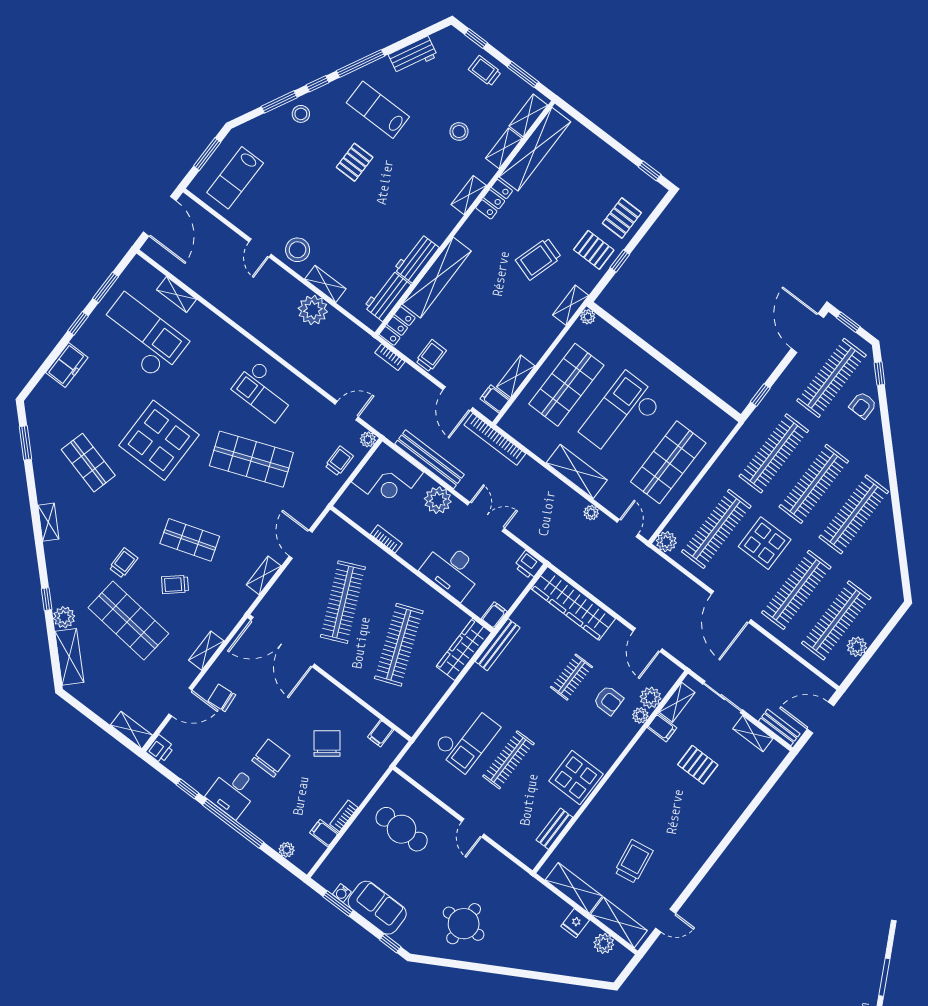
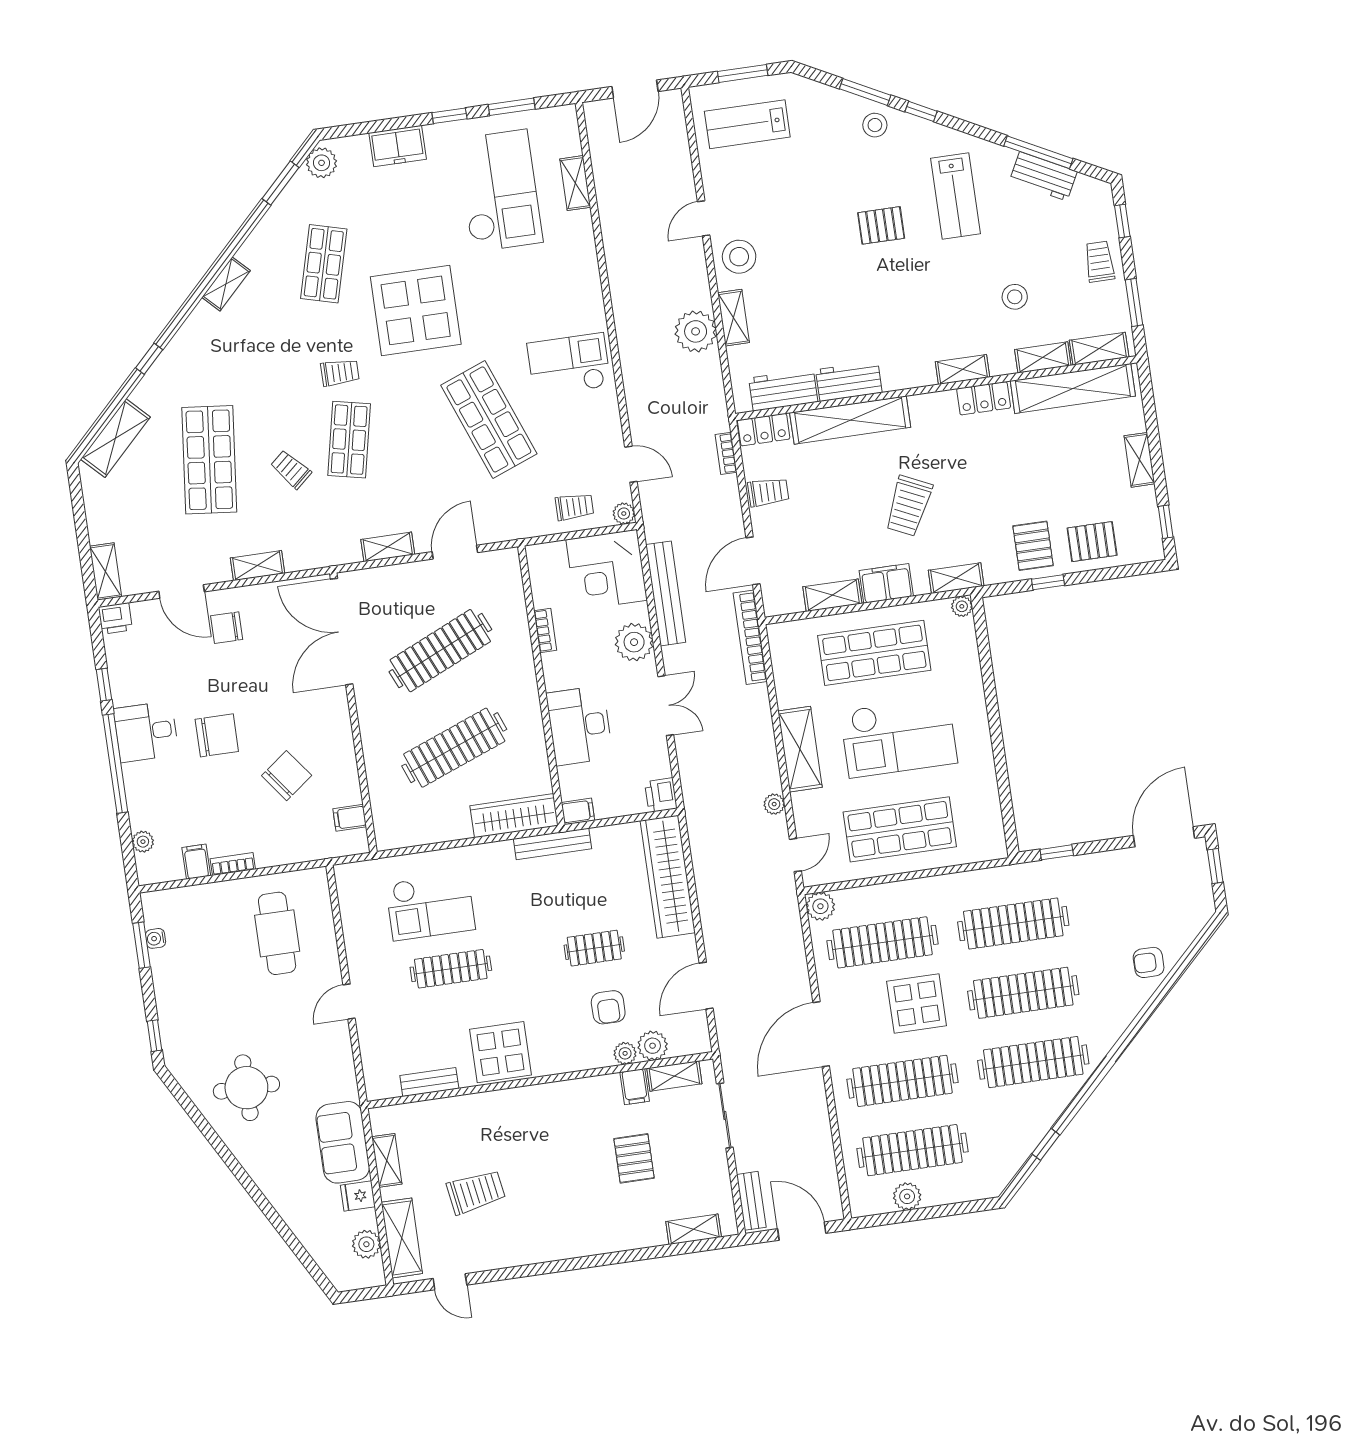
window: (360, 63) -> (1038, 152), moved
lab bench: (378, 110) -> (956, 196), turned 180
shelving: (605, 152) -> (1139, 460), added
door: (160, 216) -> (635, 89), width x0.73
trolley: (538, 259) -> (909, 506), moved, turned -82
window: (879, 374) -> (1046, 1144), moved
clothes rail: (831, 378) -> (1144, 905), removed
checkout: (265, 391) -> (569, 365), turned 90
filing cabinet: (495, 399) -> (886, 583), moved, width x2.00
checkout: (621, 416) -> (899, 737), turned 180
shop shelf: (190, 540) -> (349, 440), turned 30
trolley: (123, 563) -> (340, 373), moved
plant: (64, 617) -> (322, 163), moved
chair: (222, 698) -> (227, 628), turned -85
shelving: (753, 734) -> (694, 1229), moved, turned 90
shelving: (574, 888) -> (387, 1160), width x0.67, depth x0.75
sofa: (377, 908) -> (343, 1142), moved, turned 180

